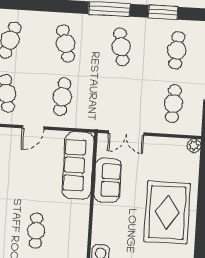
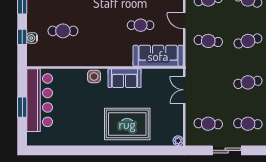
sofa: (107, 180) -> (125, 78), moved
cafe table: (36, 231) -> (141, 25), moved

